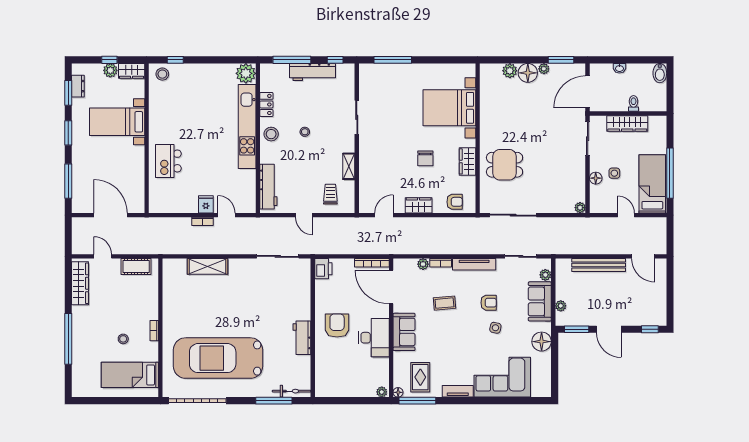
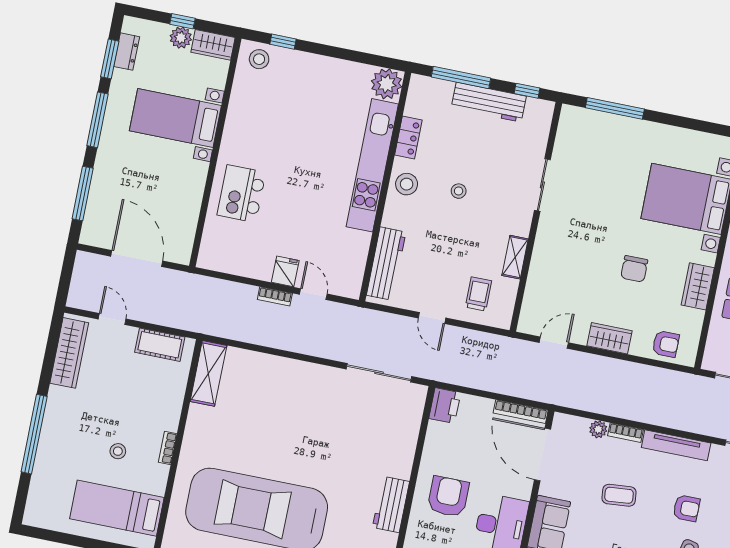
window: (68, 133) -> (97, 120), width x1.44
shelving: (207, 266) -> (208, 373), moved, turned 90

